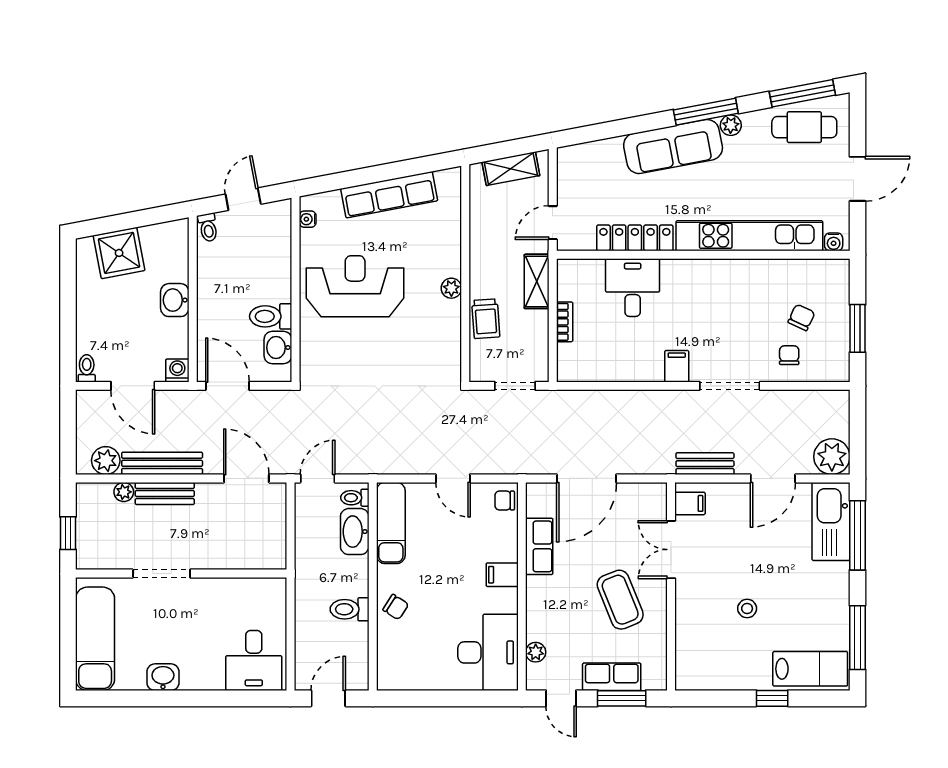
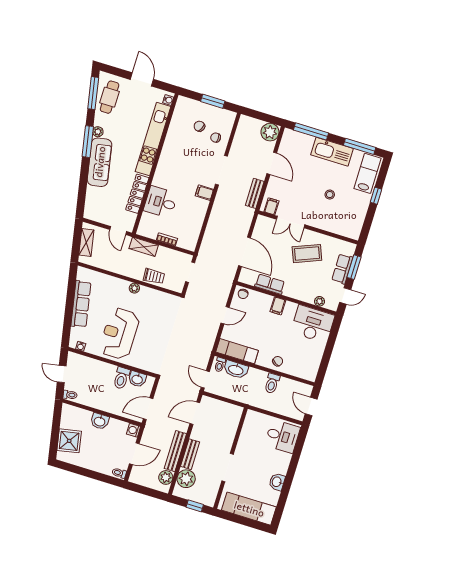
plant: (124, 492) -> (186, 479), width x1.88, depth x1.88
kitchen sink: (831, 521) -> (332, 152), moved

